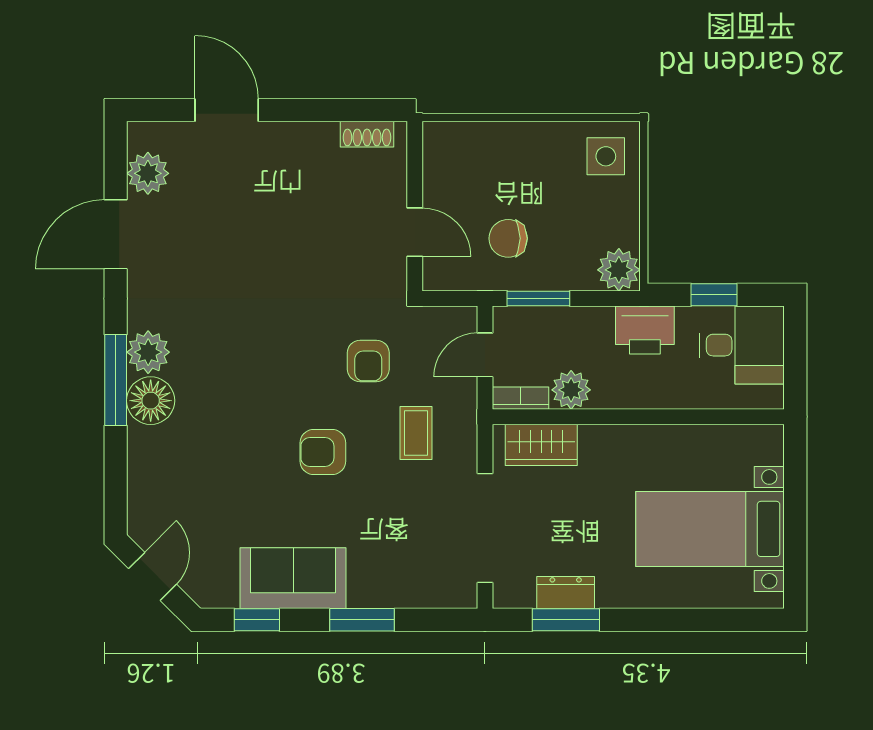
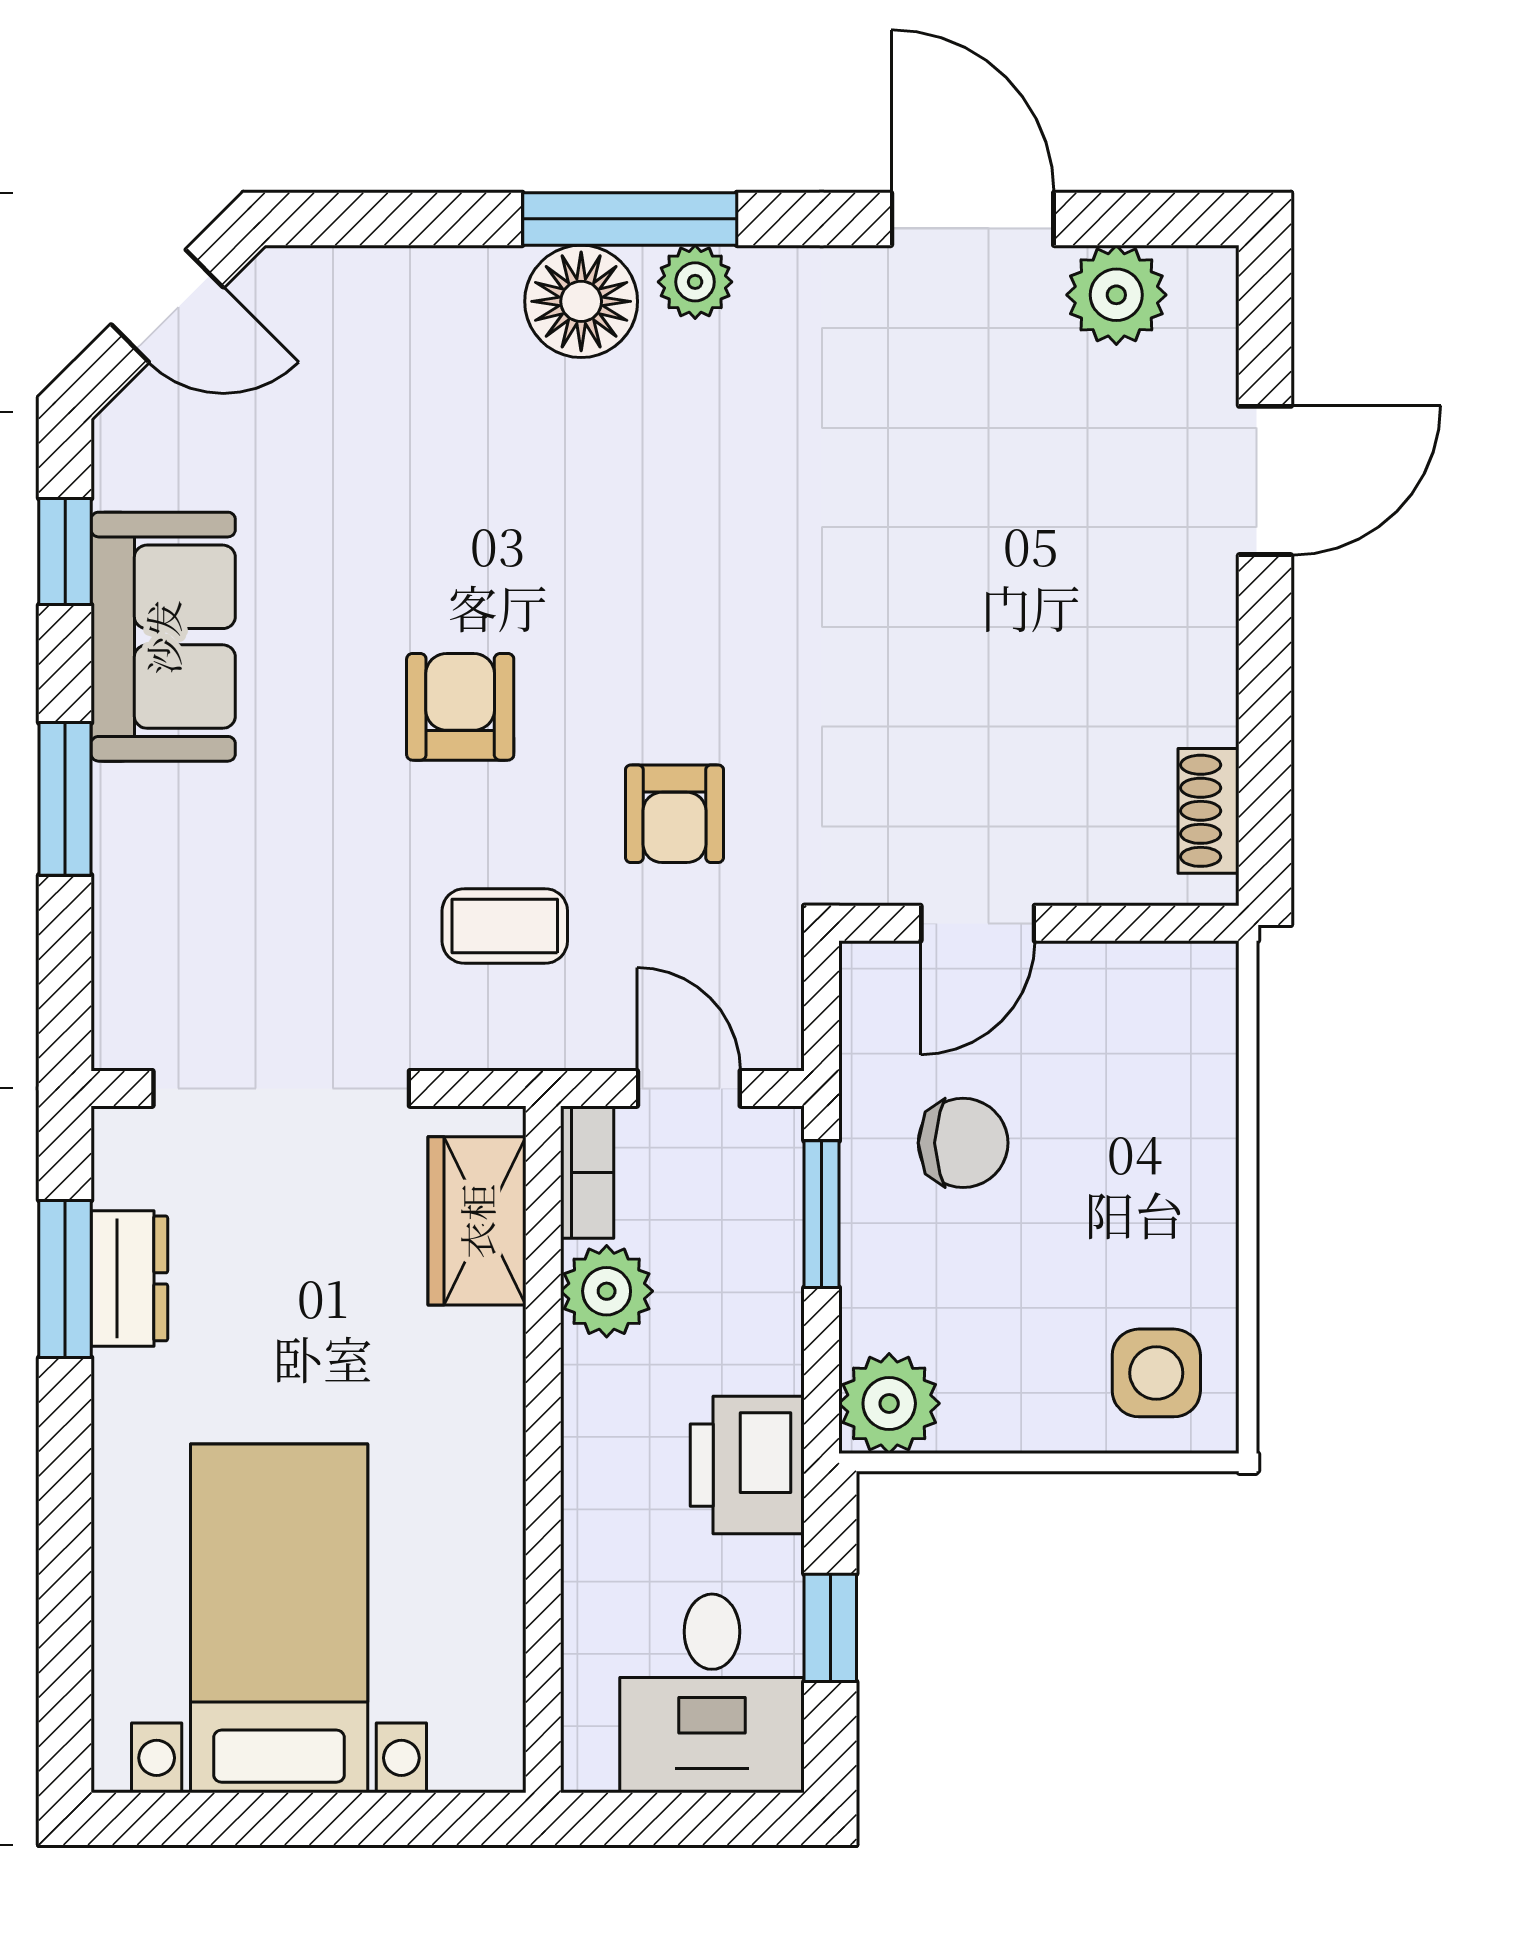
chair: (508, 238) -> (963, 1143), turned 90
plant: (148, 352) -> (695, 282), width x0.73, depth x0.73
armchair: (368, 361) -> (674, 814), turned -90

